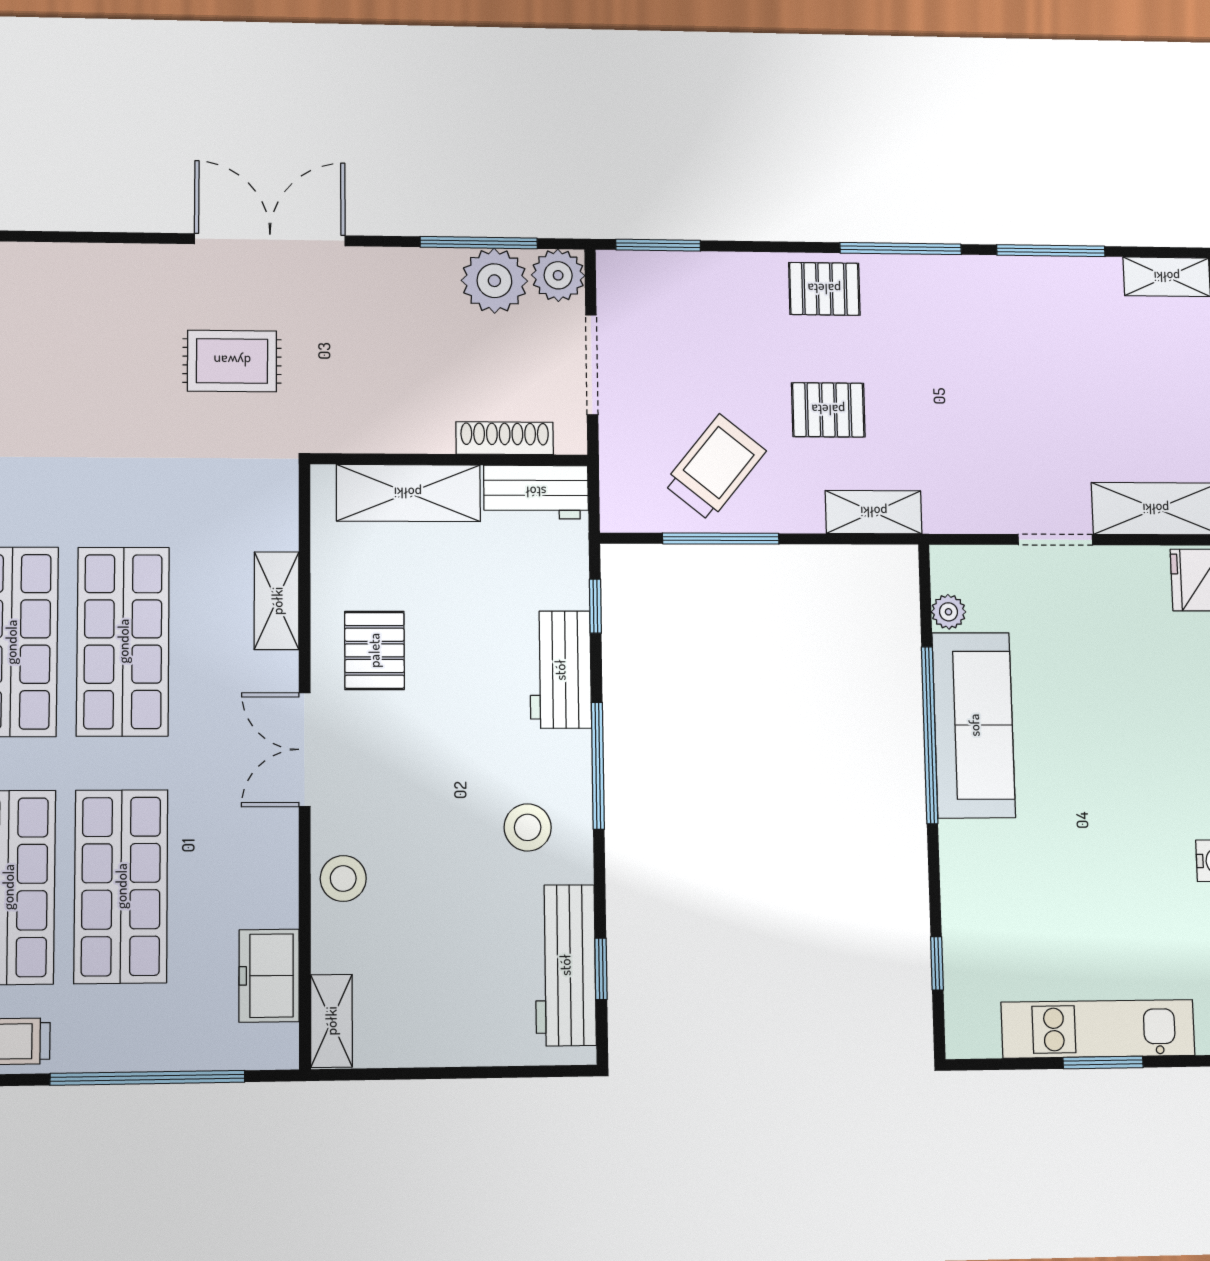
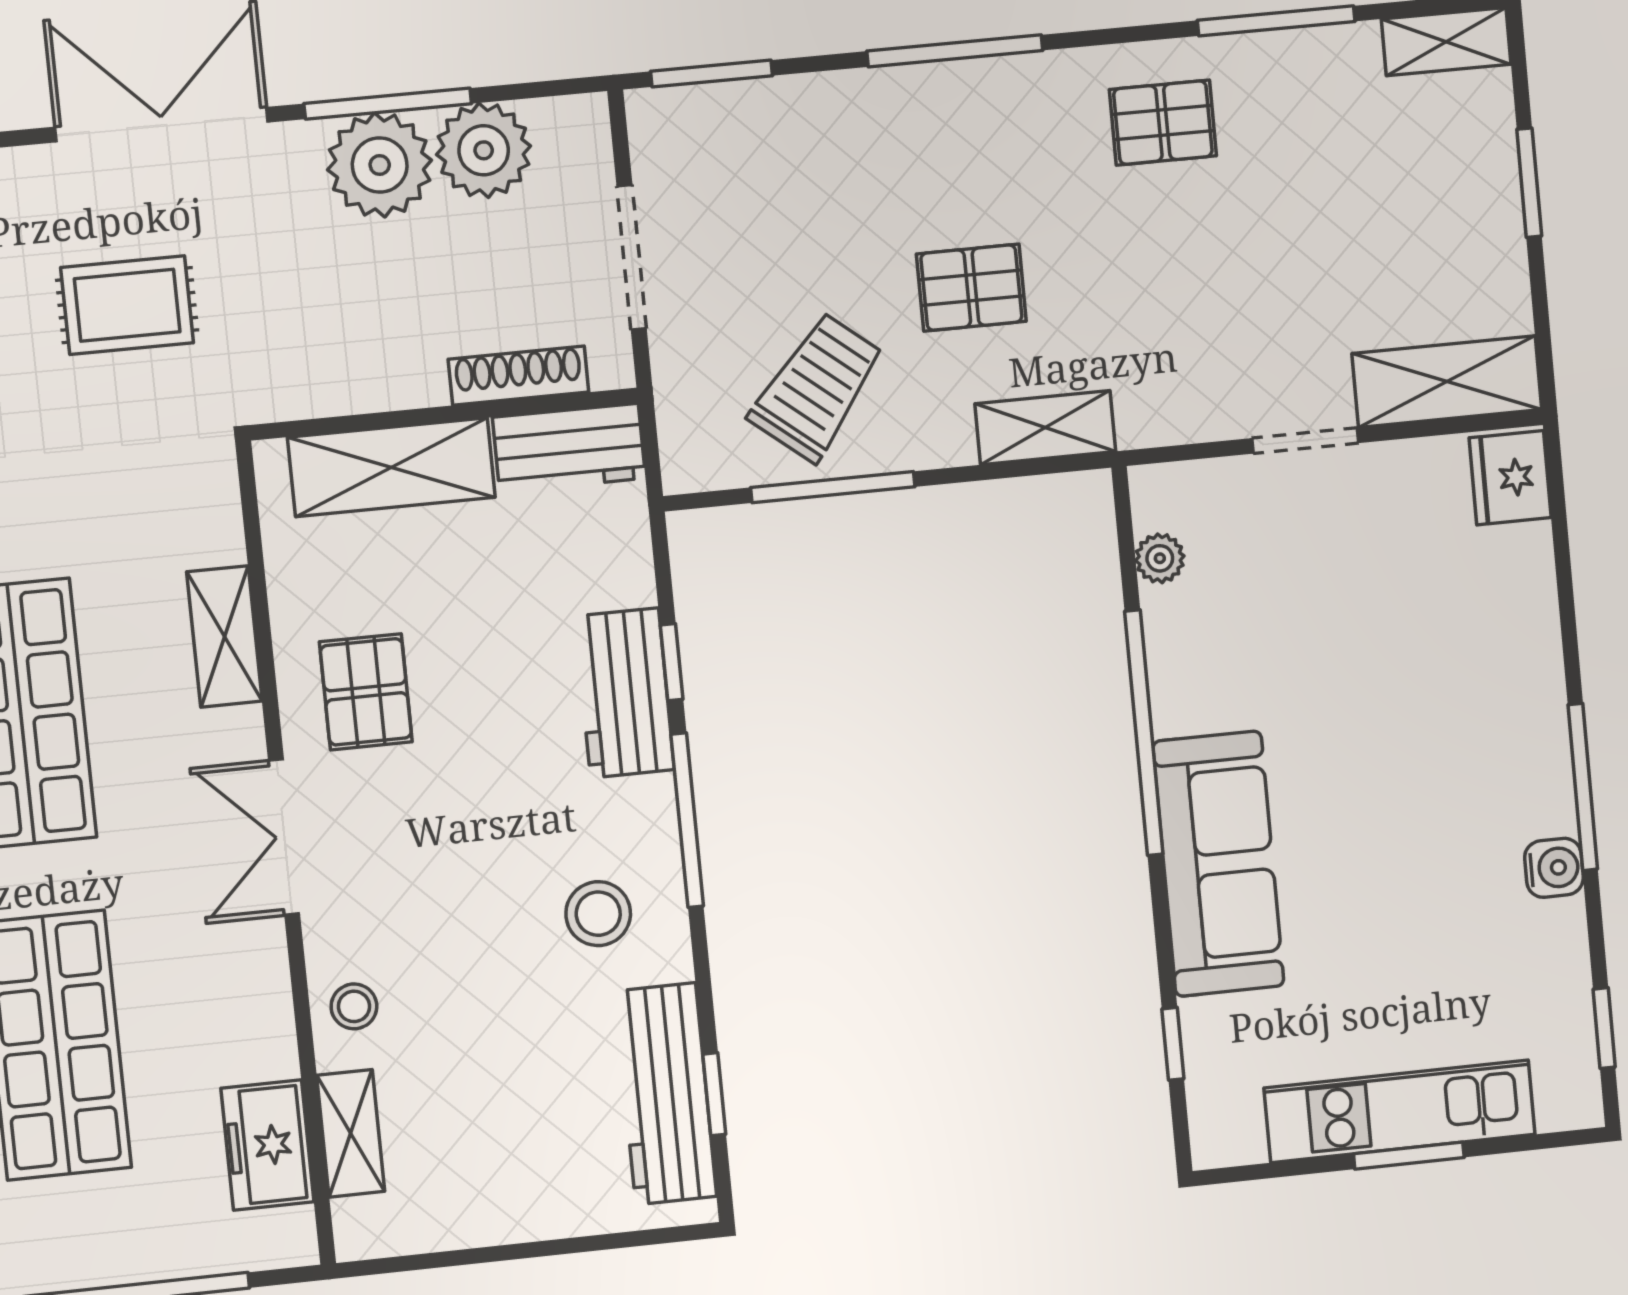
window: (479, 243) -> (388, 104), moved
window: (901, 249) -> (955, 51), moved
plant: (558, 275) -> (380, 165), moved, width x1.36, depth x1.36
pallet: (824, 289) -> (1163, 123), moved
window: (595, 606) -> (672, 662), moved
sofa: (974, 725) -> (1218, 864), moved
stool: (343, 878) -> (354, 1006), width x0.73, depth x0.73
shelving: (331, 1021) -> (351, 1133), moved

